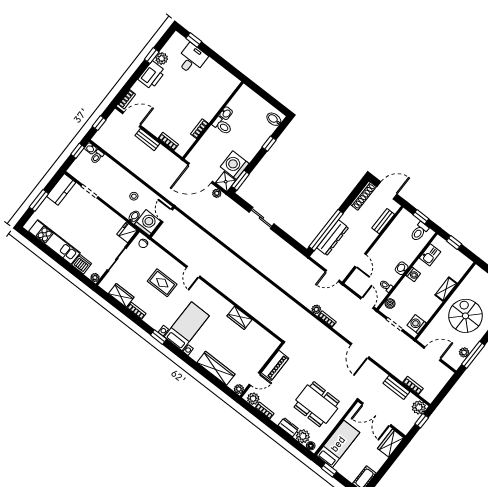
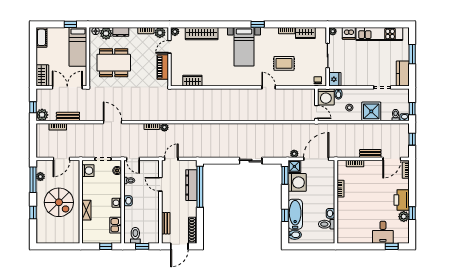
toilet: (222, 126) -> (327, 224), moved
bathtub: (259, 138) -> (295, 214), added
shower: (117, 177) -> (371, 111), added
wardrobe: (239, 318) -> (192, 81), moved

